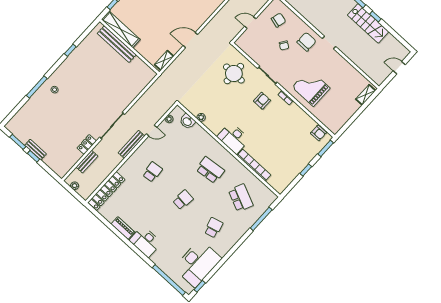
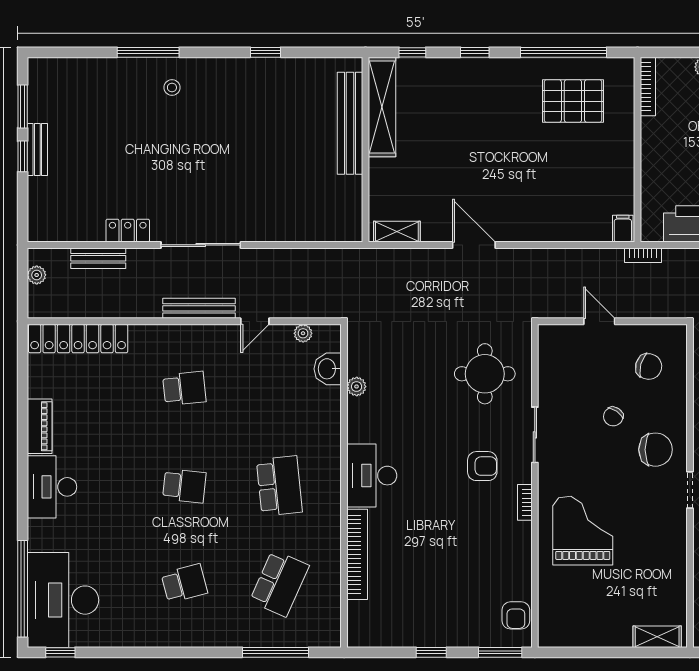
door: (152, 131) -> (255, 321), hinge flipped
desk: (198, 263) -> (63, 600), moved, turned 90

